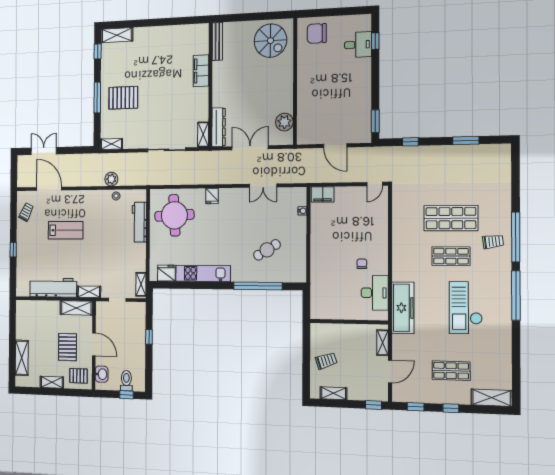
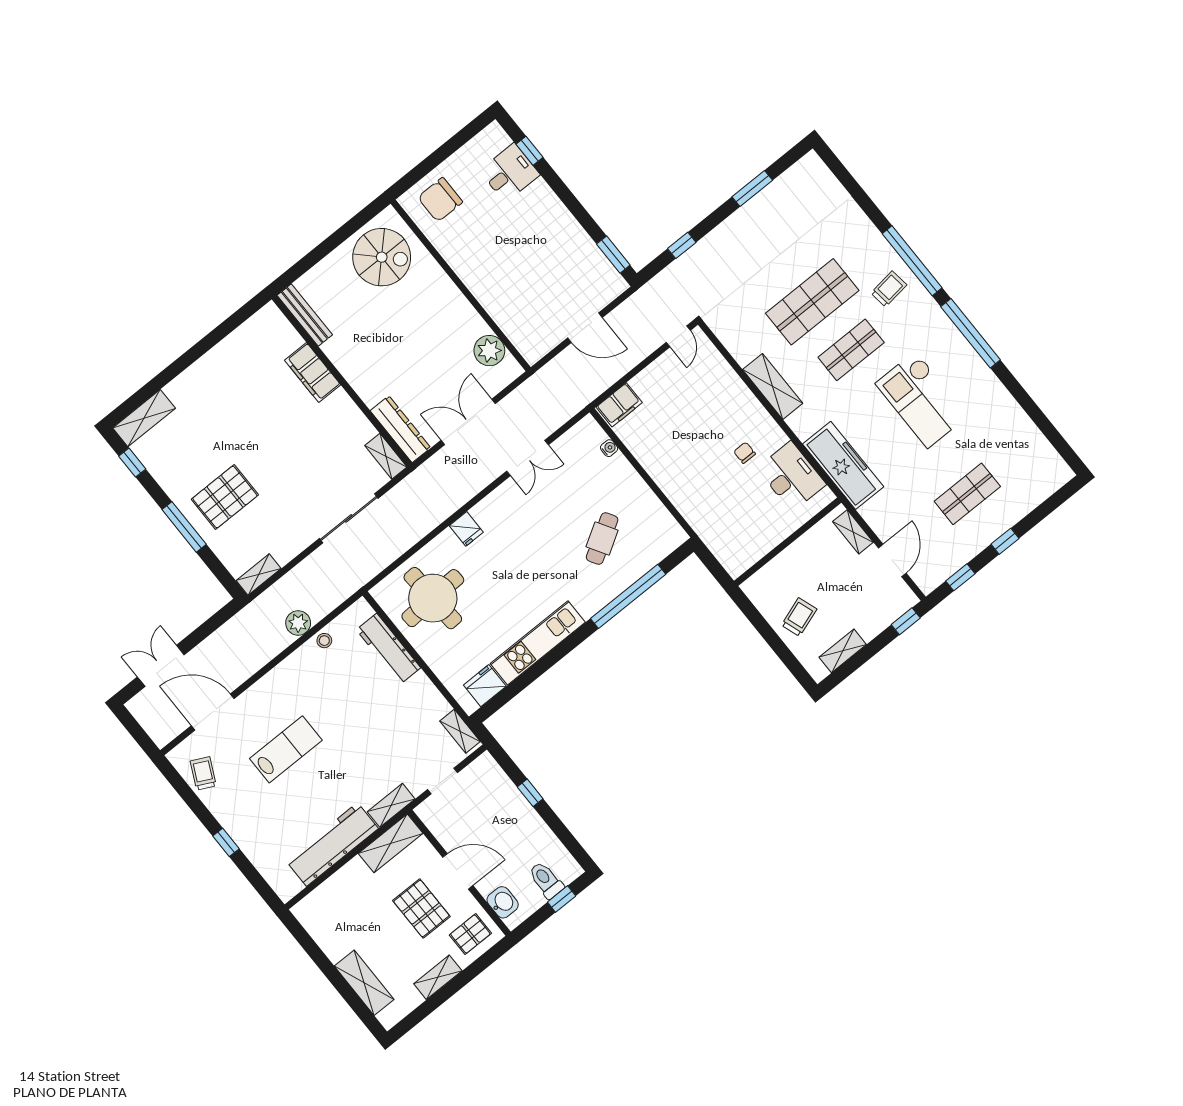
shelving: (492, 398) -> (773, 386), moved, turned 90

